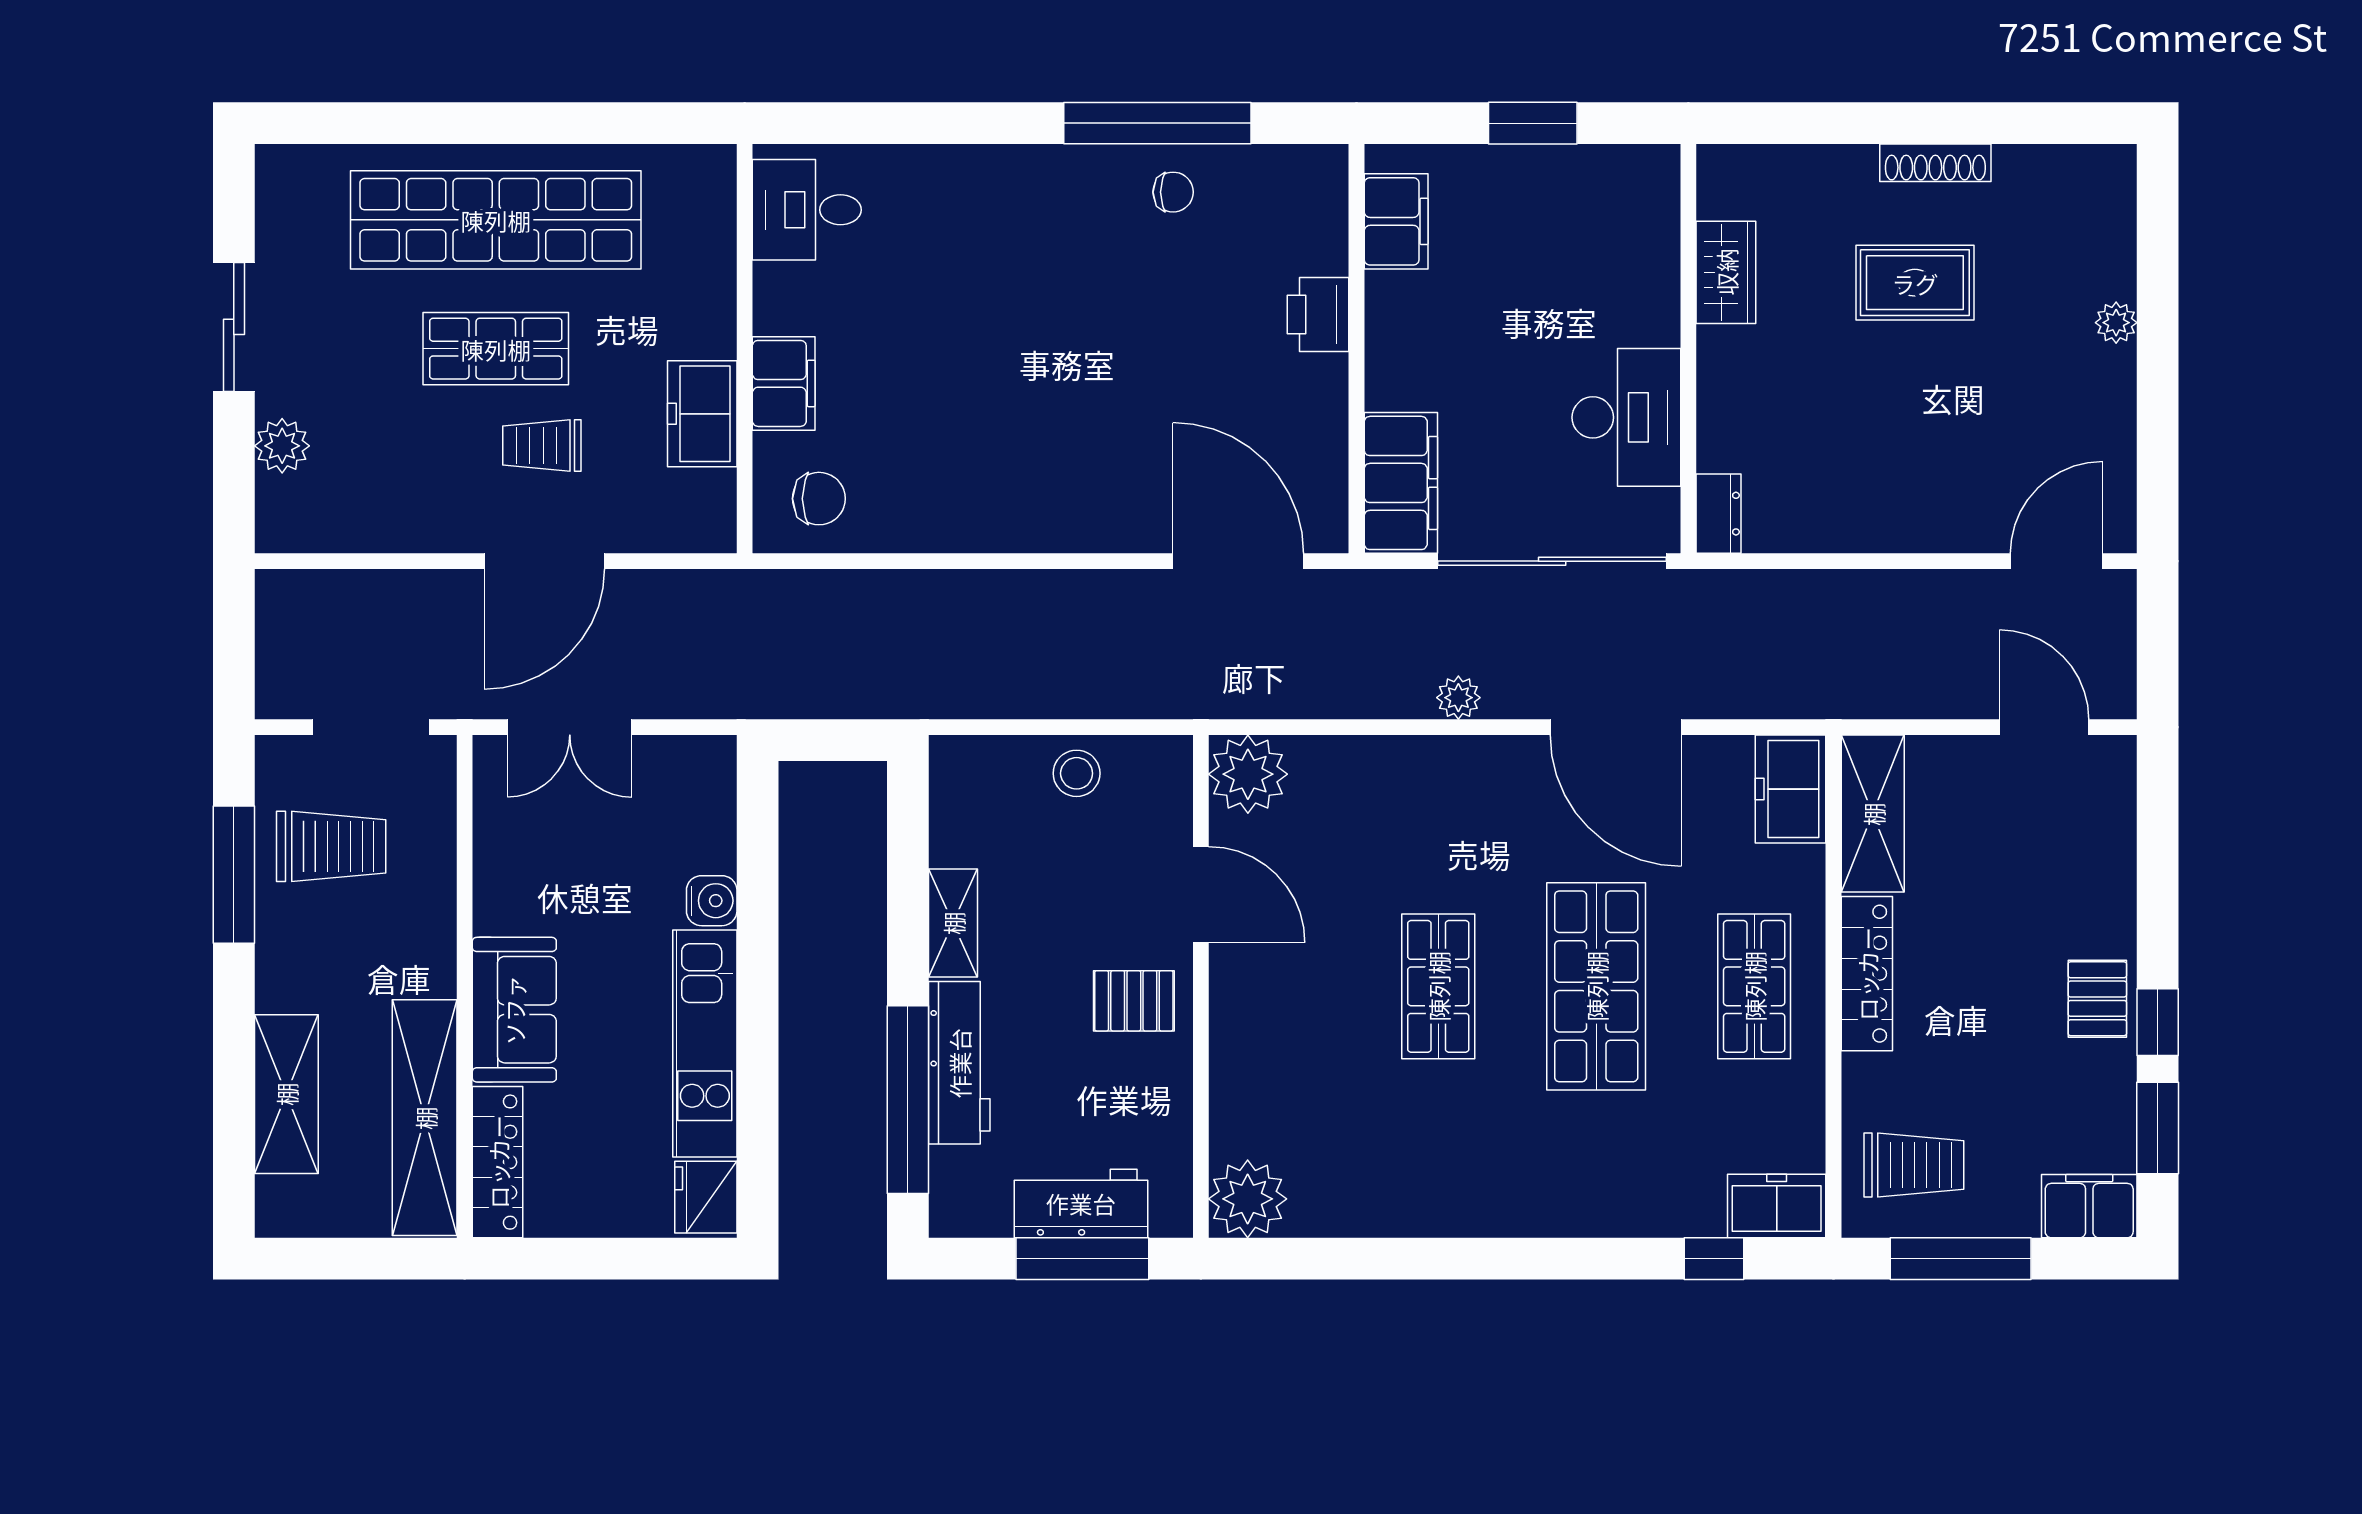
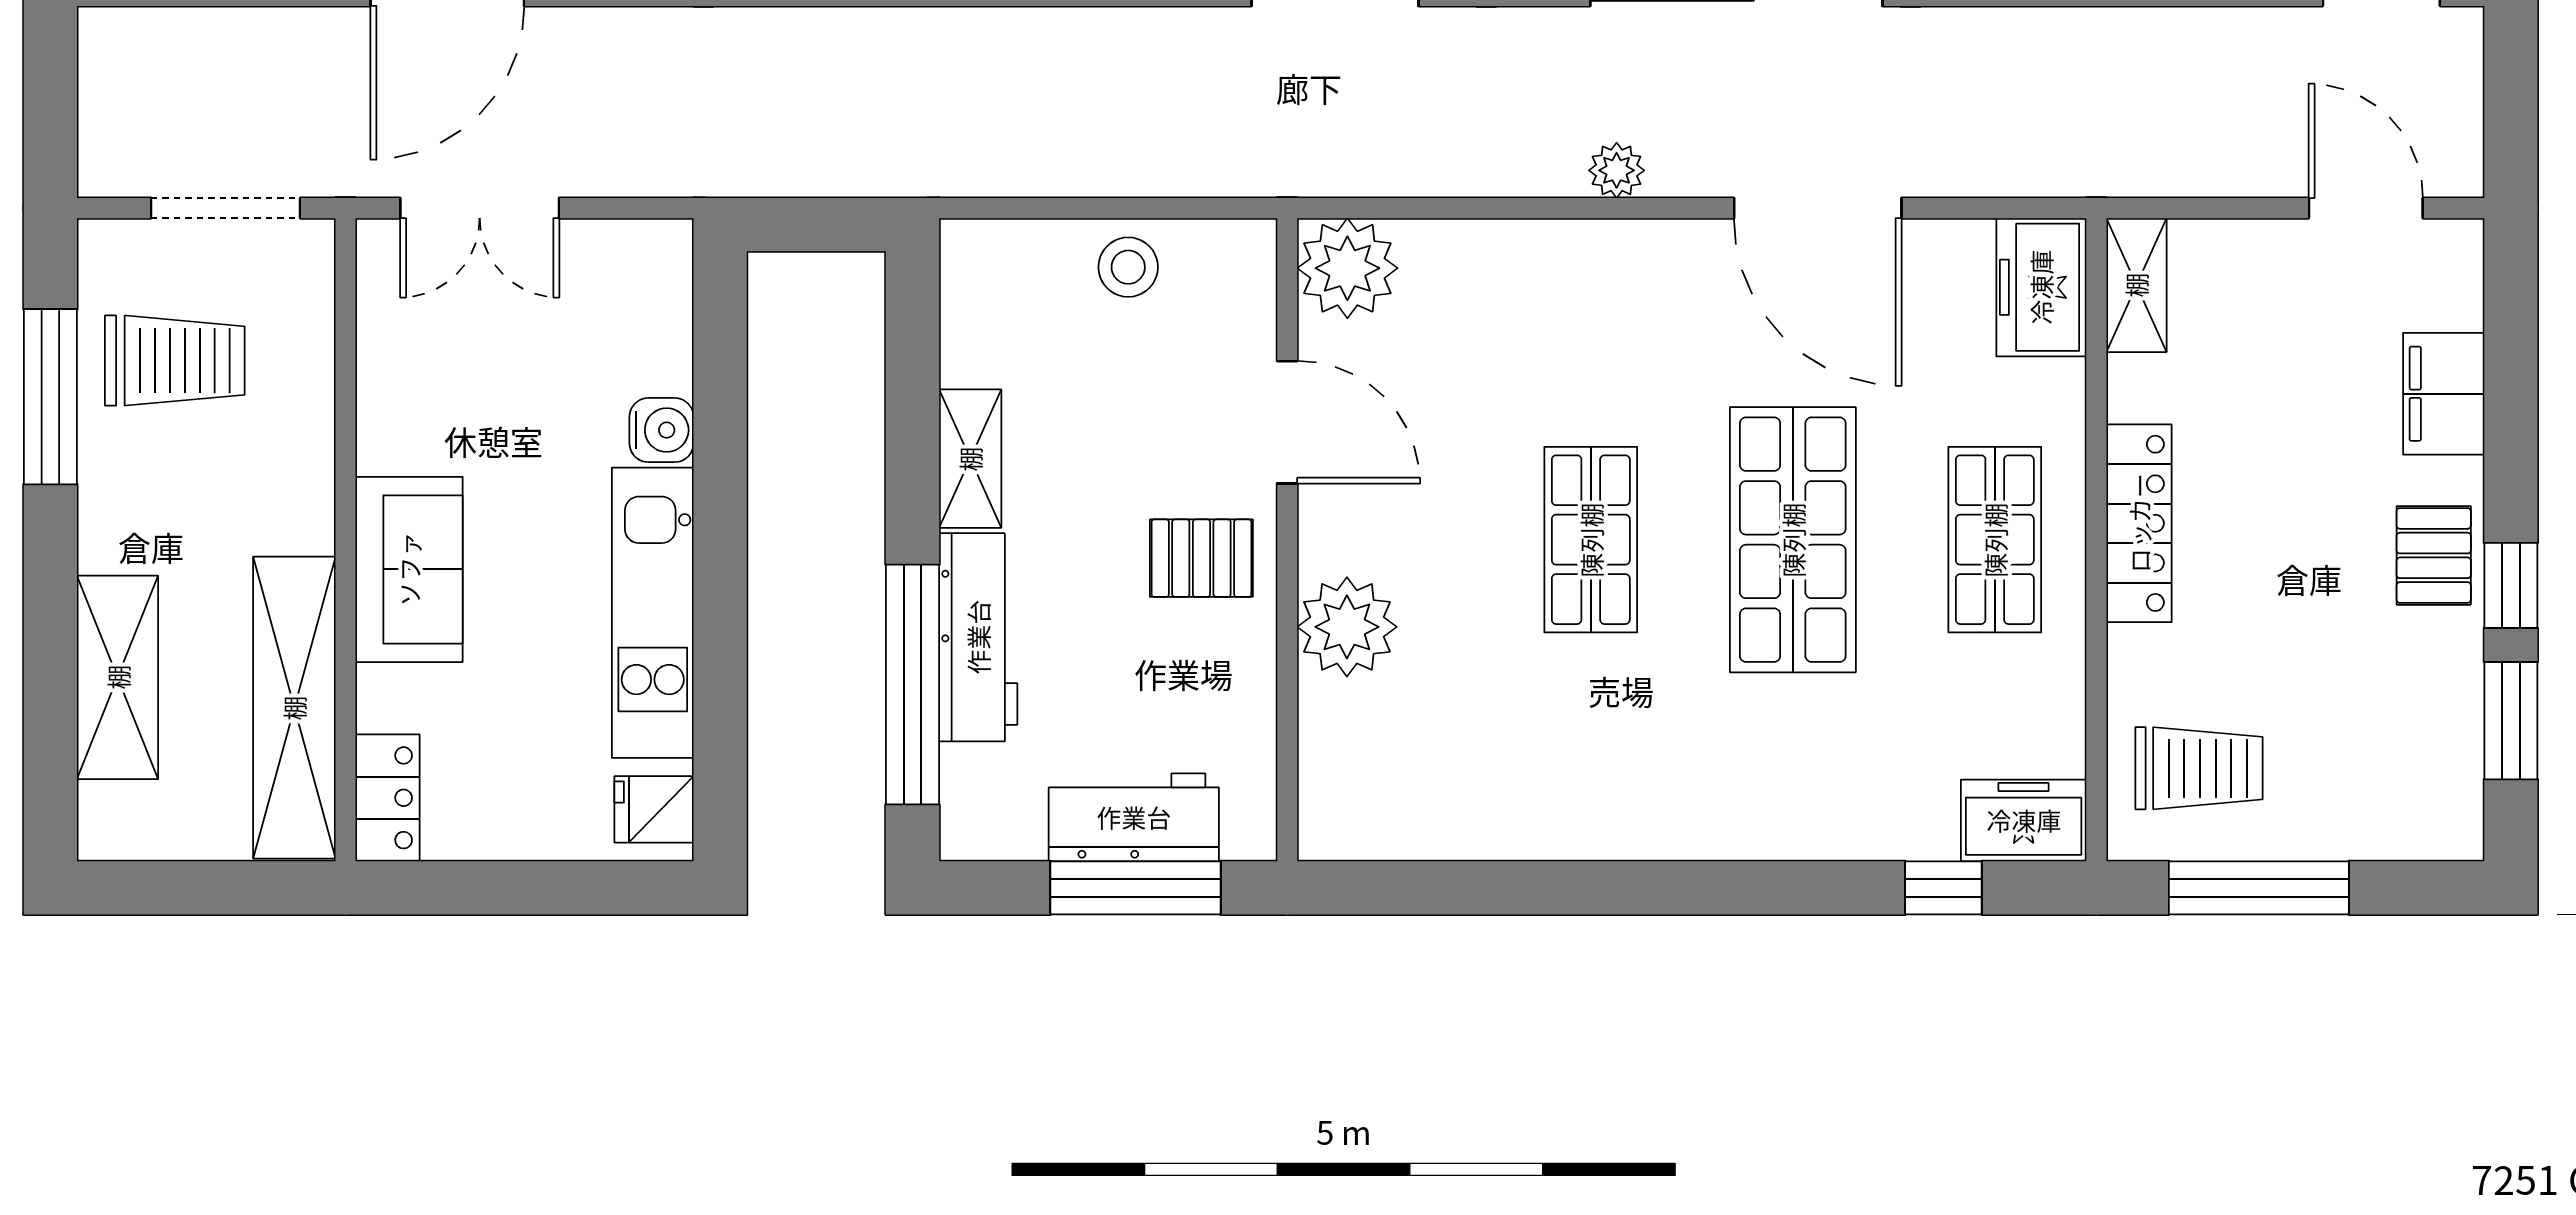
shelving: (1873, 814) -> (2136, 285), width x0.67, depth x0.75
locker: (498, 1162) -> (388, 798), width x0.66
fridge: (706, 1197) -> (654, 809), width x0.72
plant: (1248, 1199) -> (1347, 627), moved
filing cabinet: (2089, 1206) -> (2444, 394), moved, turned -90

